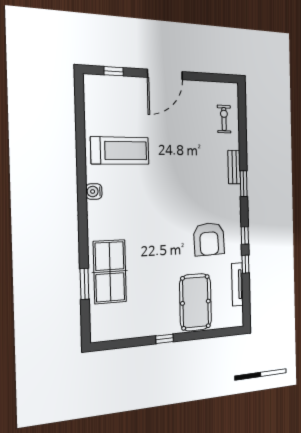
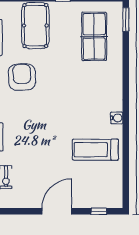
table tennis table: (110, 272) -> (94, 36), moved
window: (84, 284) -> (126, 19), moved

